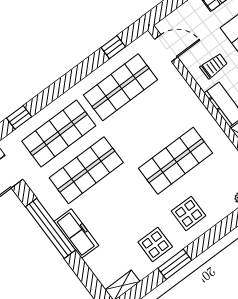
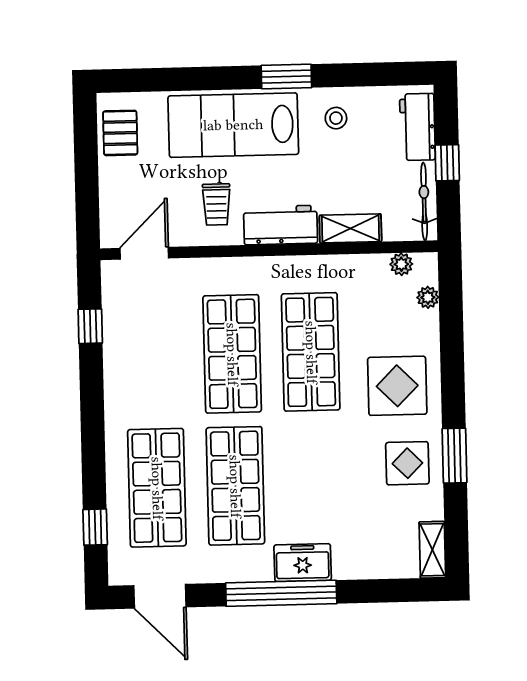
trolley: (214, 66) -> (216, 204), turned 180
shop shelf: (121, 87) -> (232, 354), moved
display table: (189, 213) -> (397, 386), width x1.36, depth x1.36
freezer: (76, 233) -> (303, 563), width x0.71

